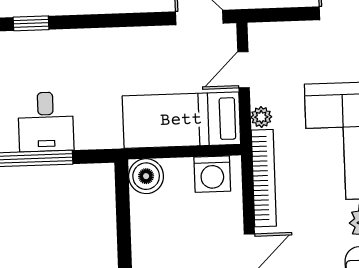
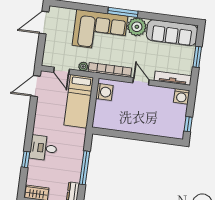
desk: (46, 122) -> (43, 148), moved, turned 180
boiler: (146, 176) -> (100, 121), removed

